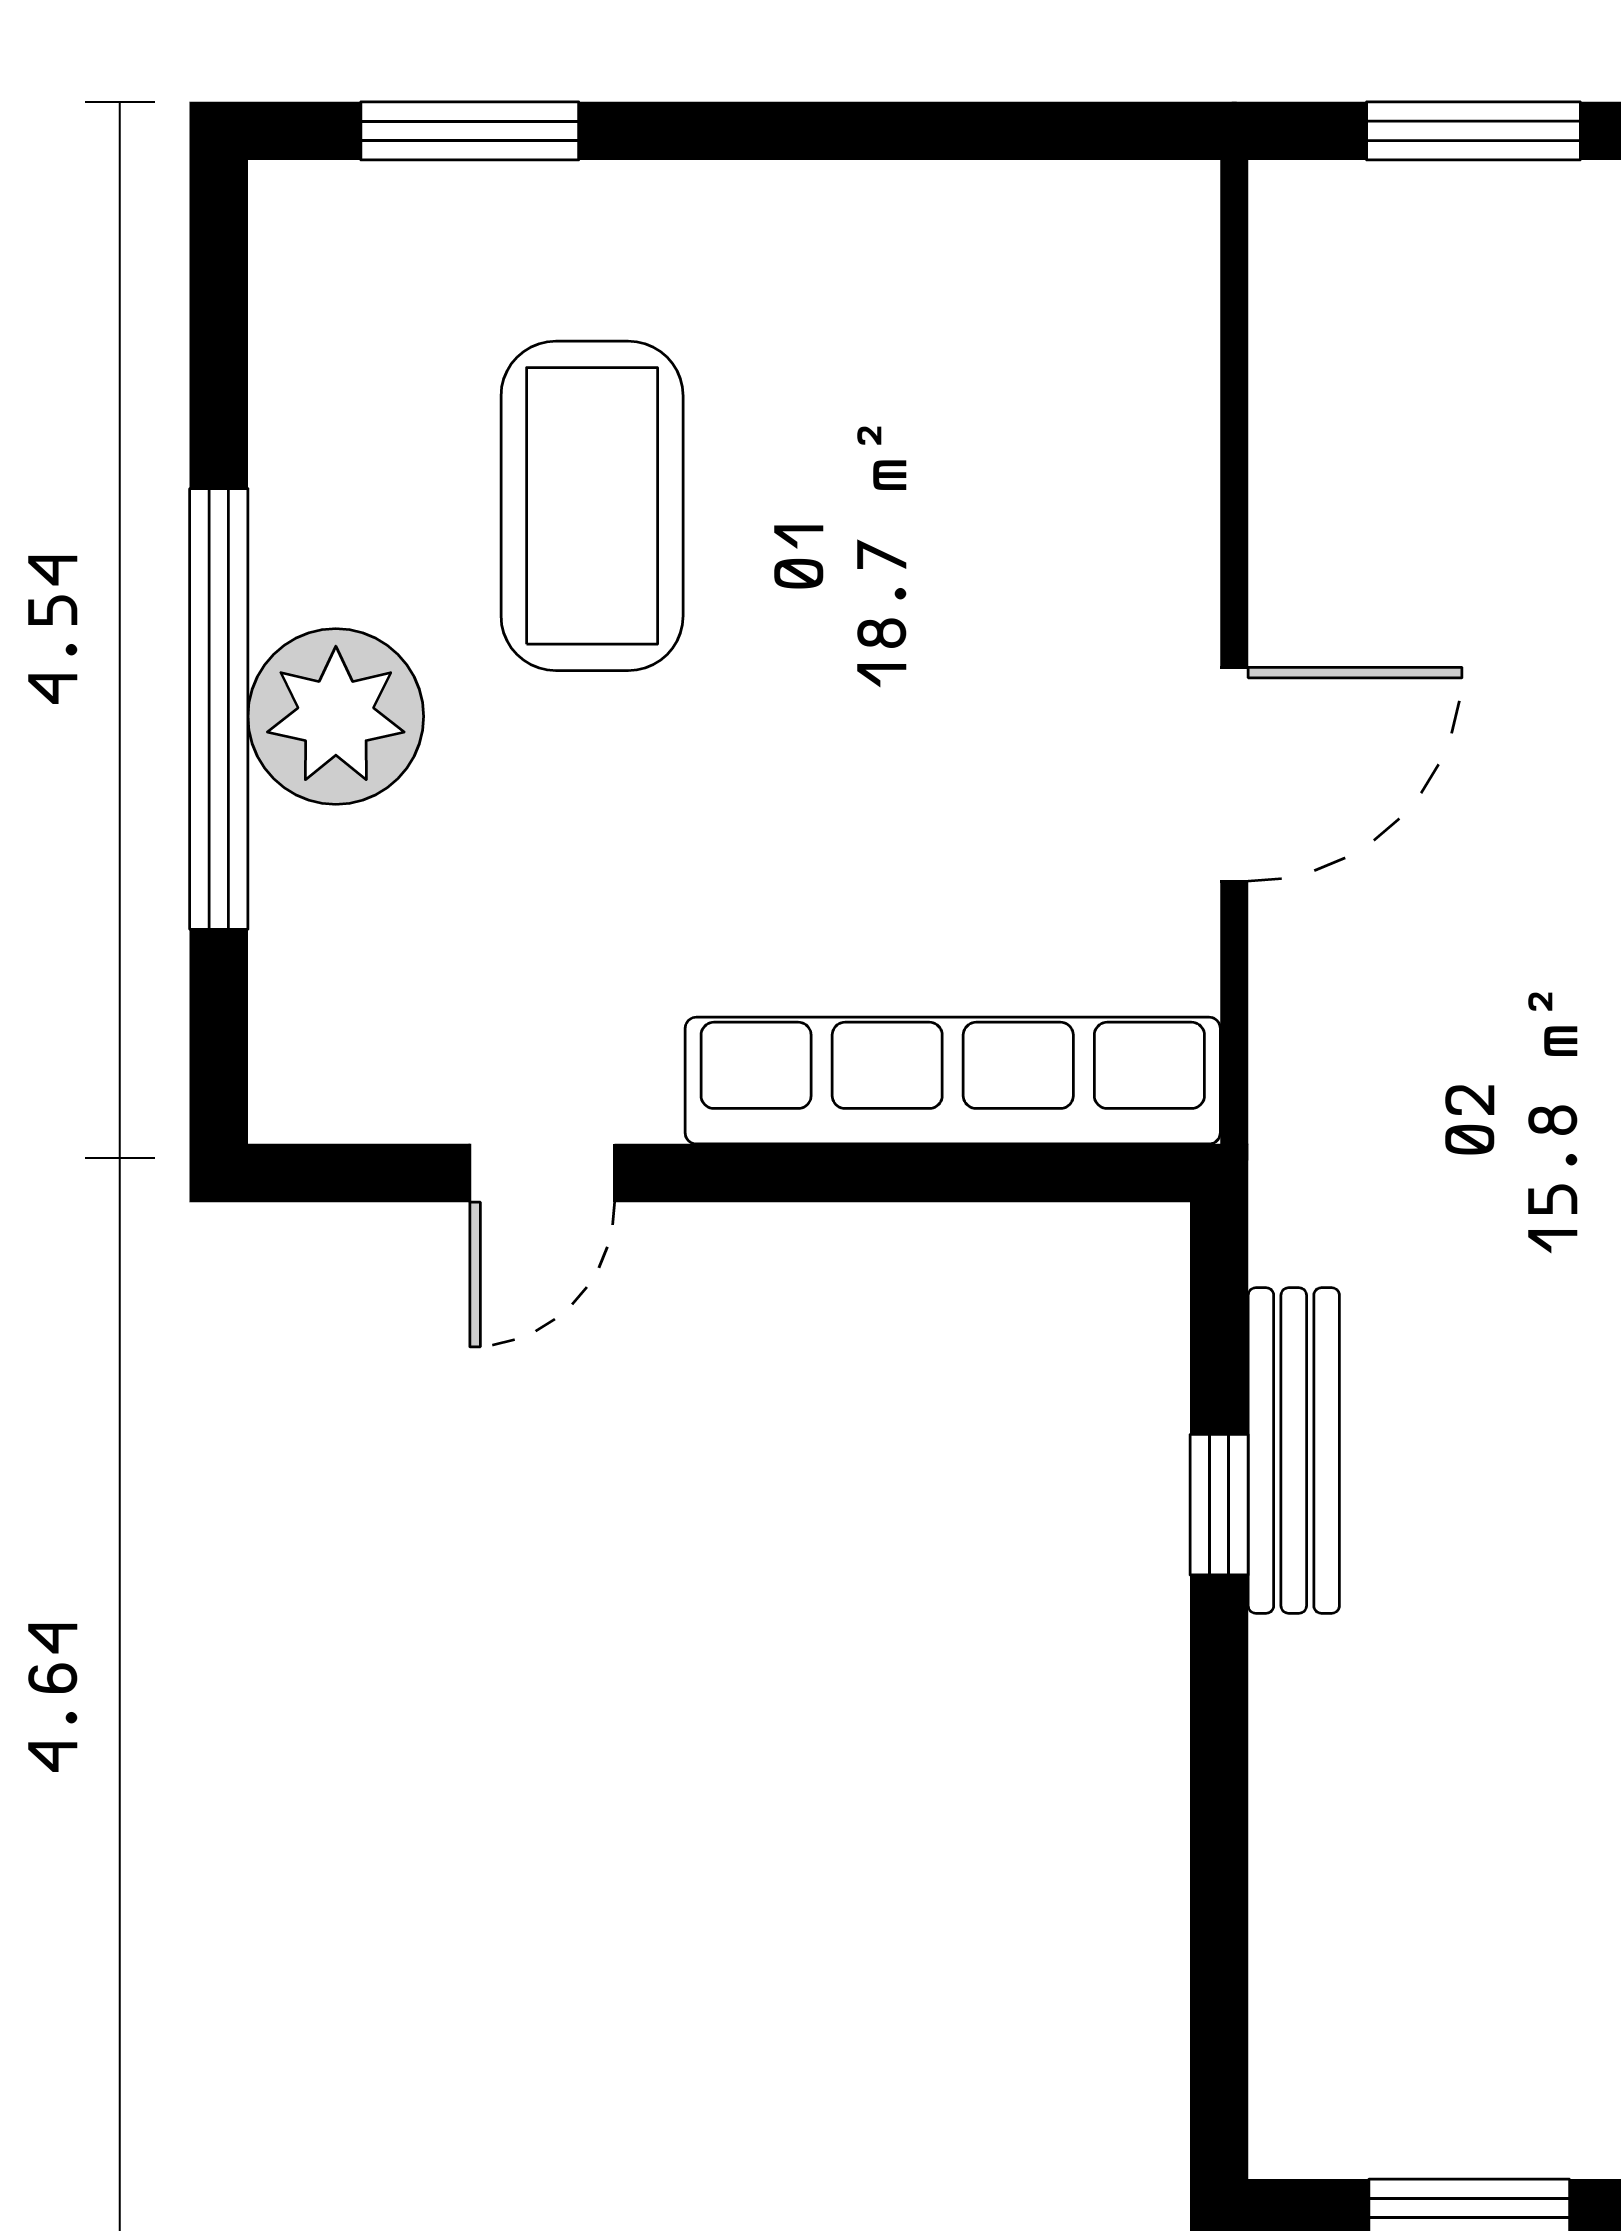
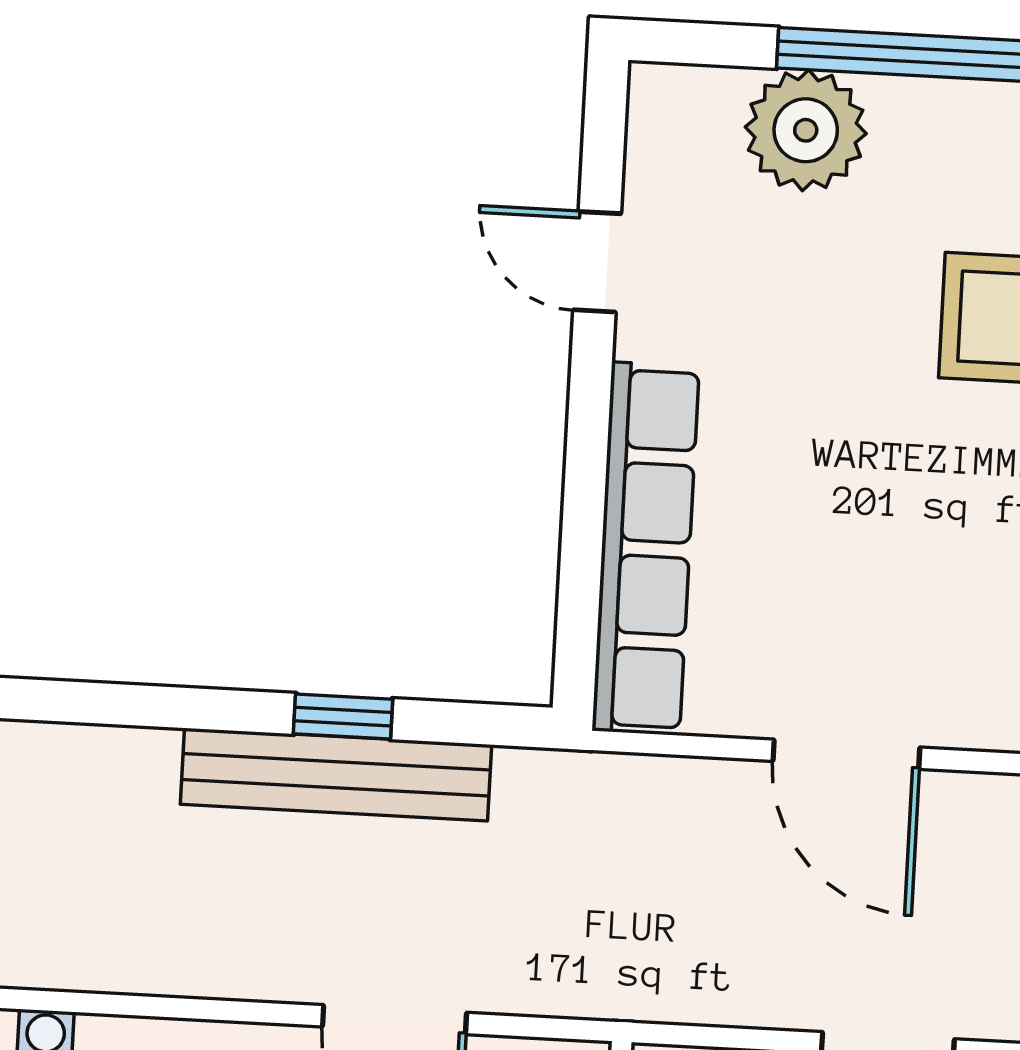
plant: (336, 716) -> (806, 130), moved
bench: (1294, 1450) -> (336, 775), width x1.37, depth x1.21

